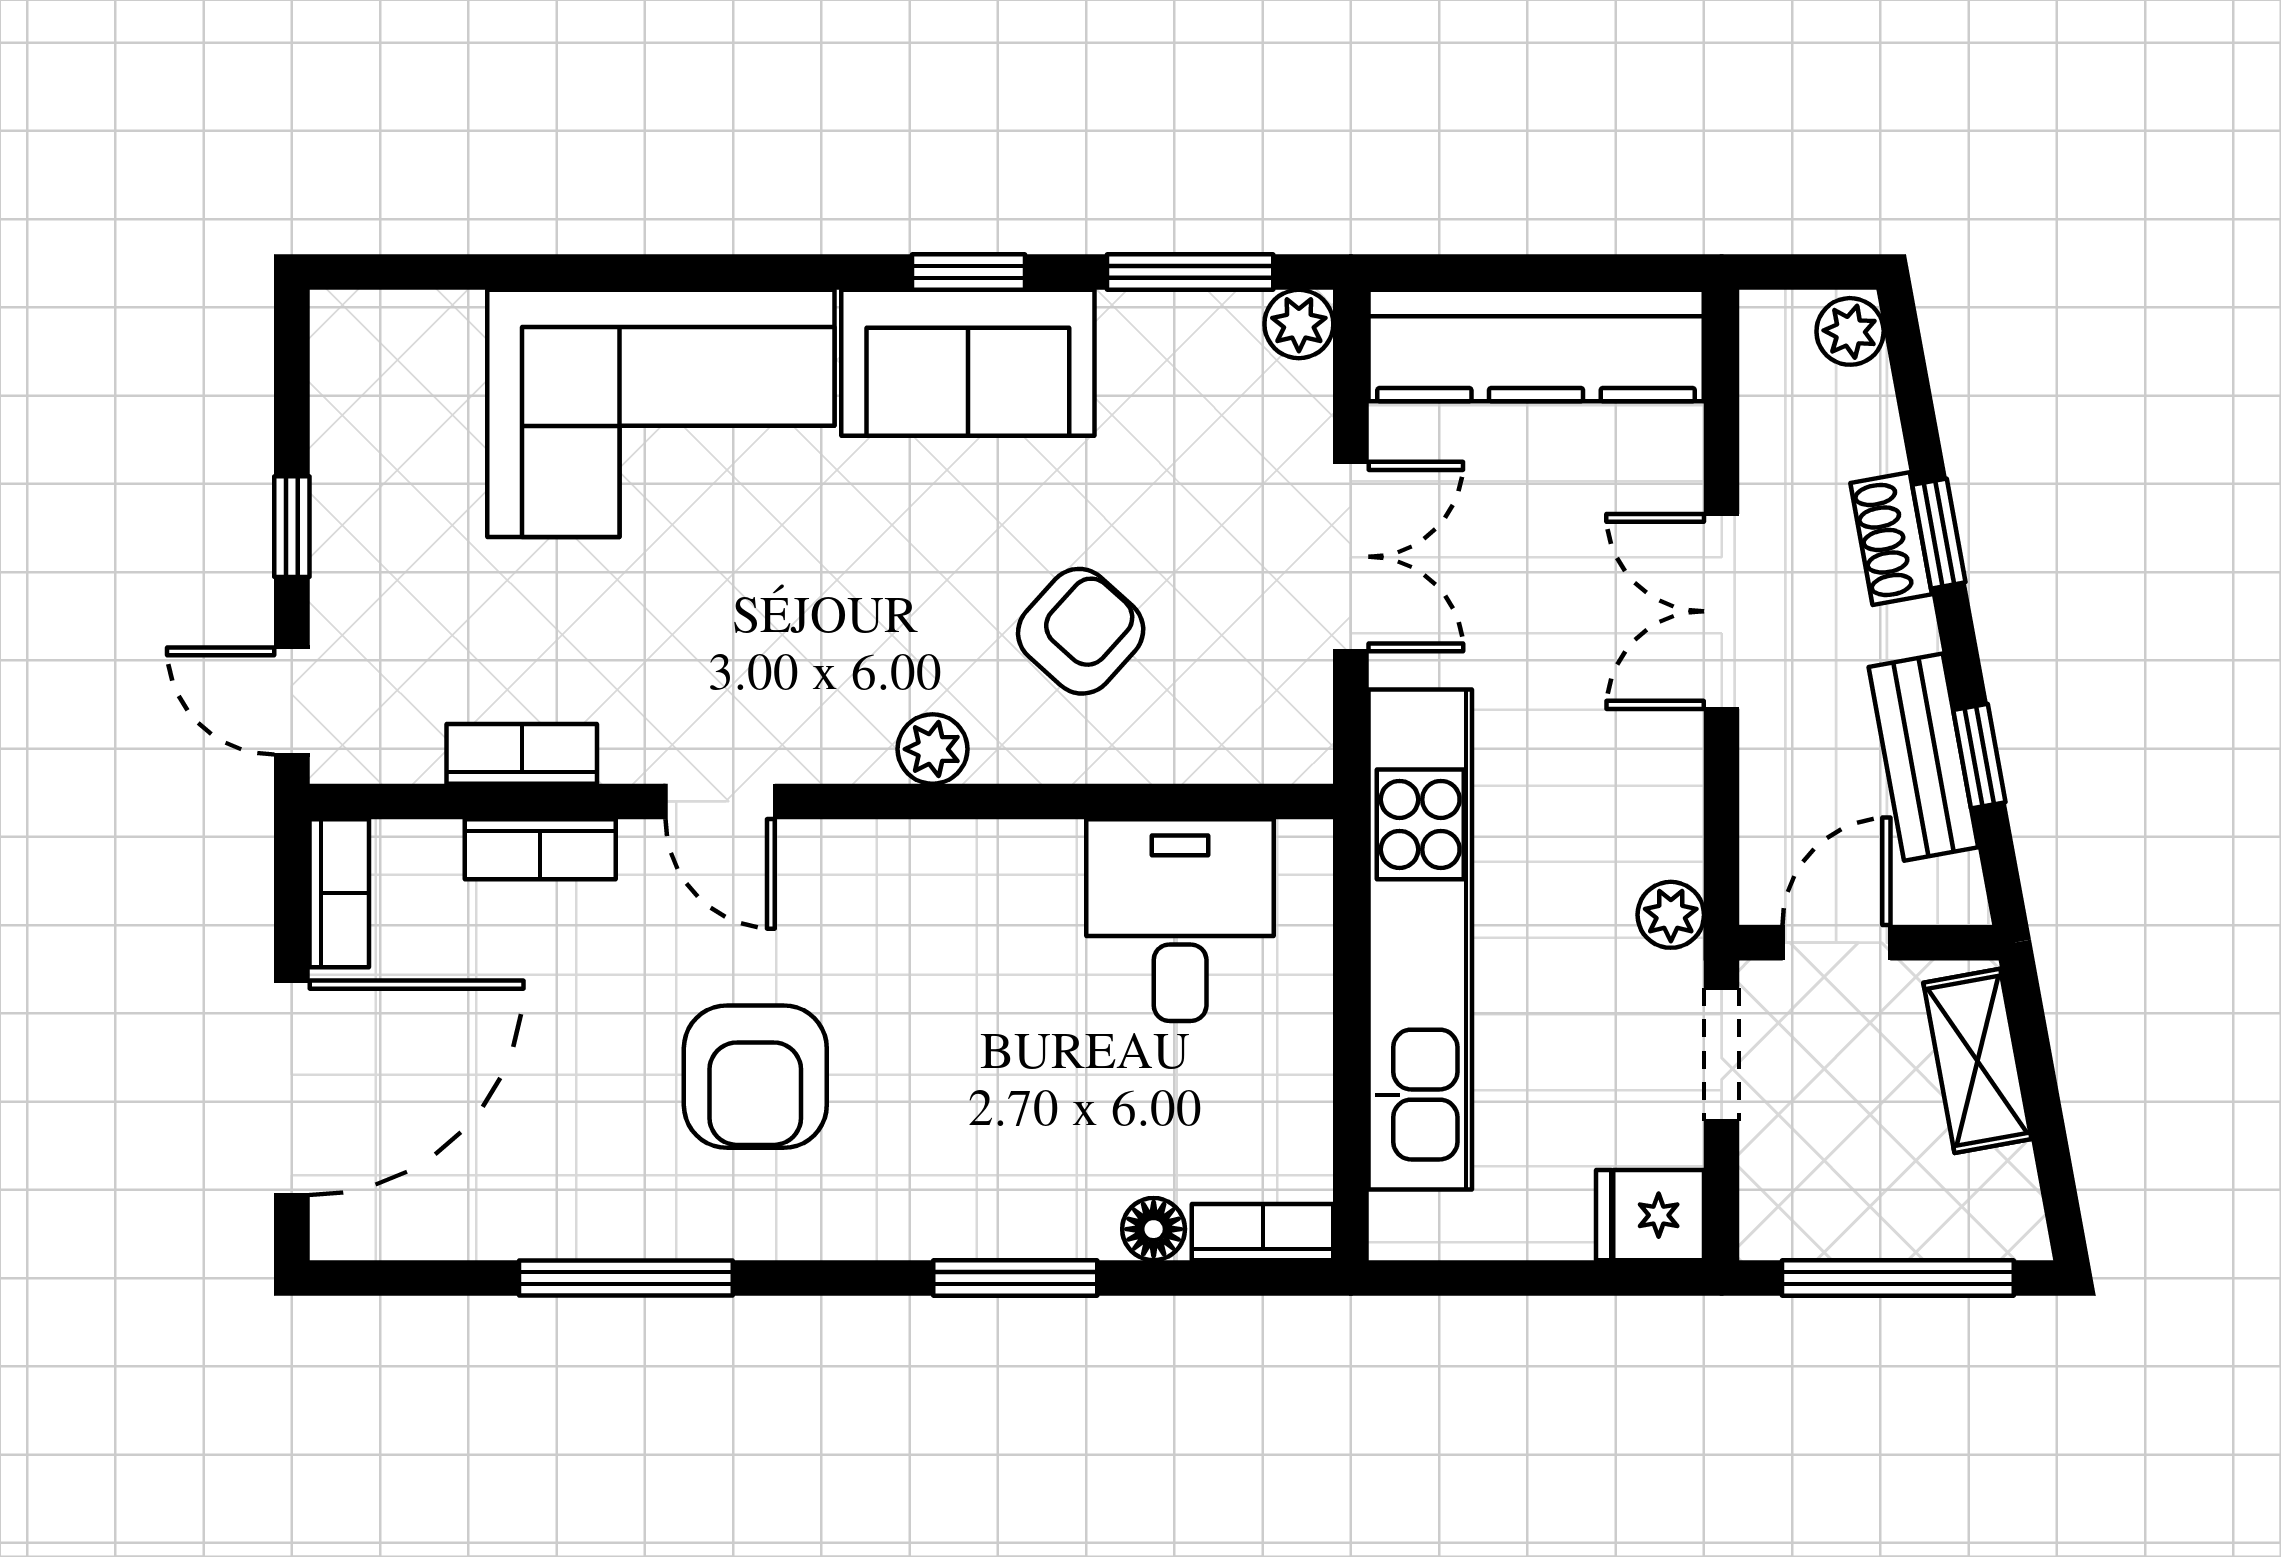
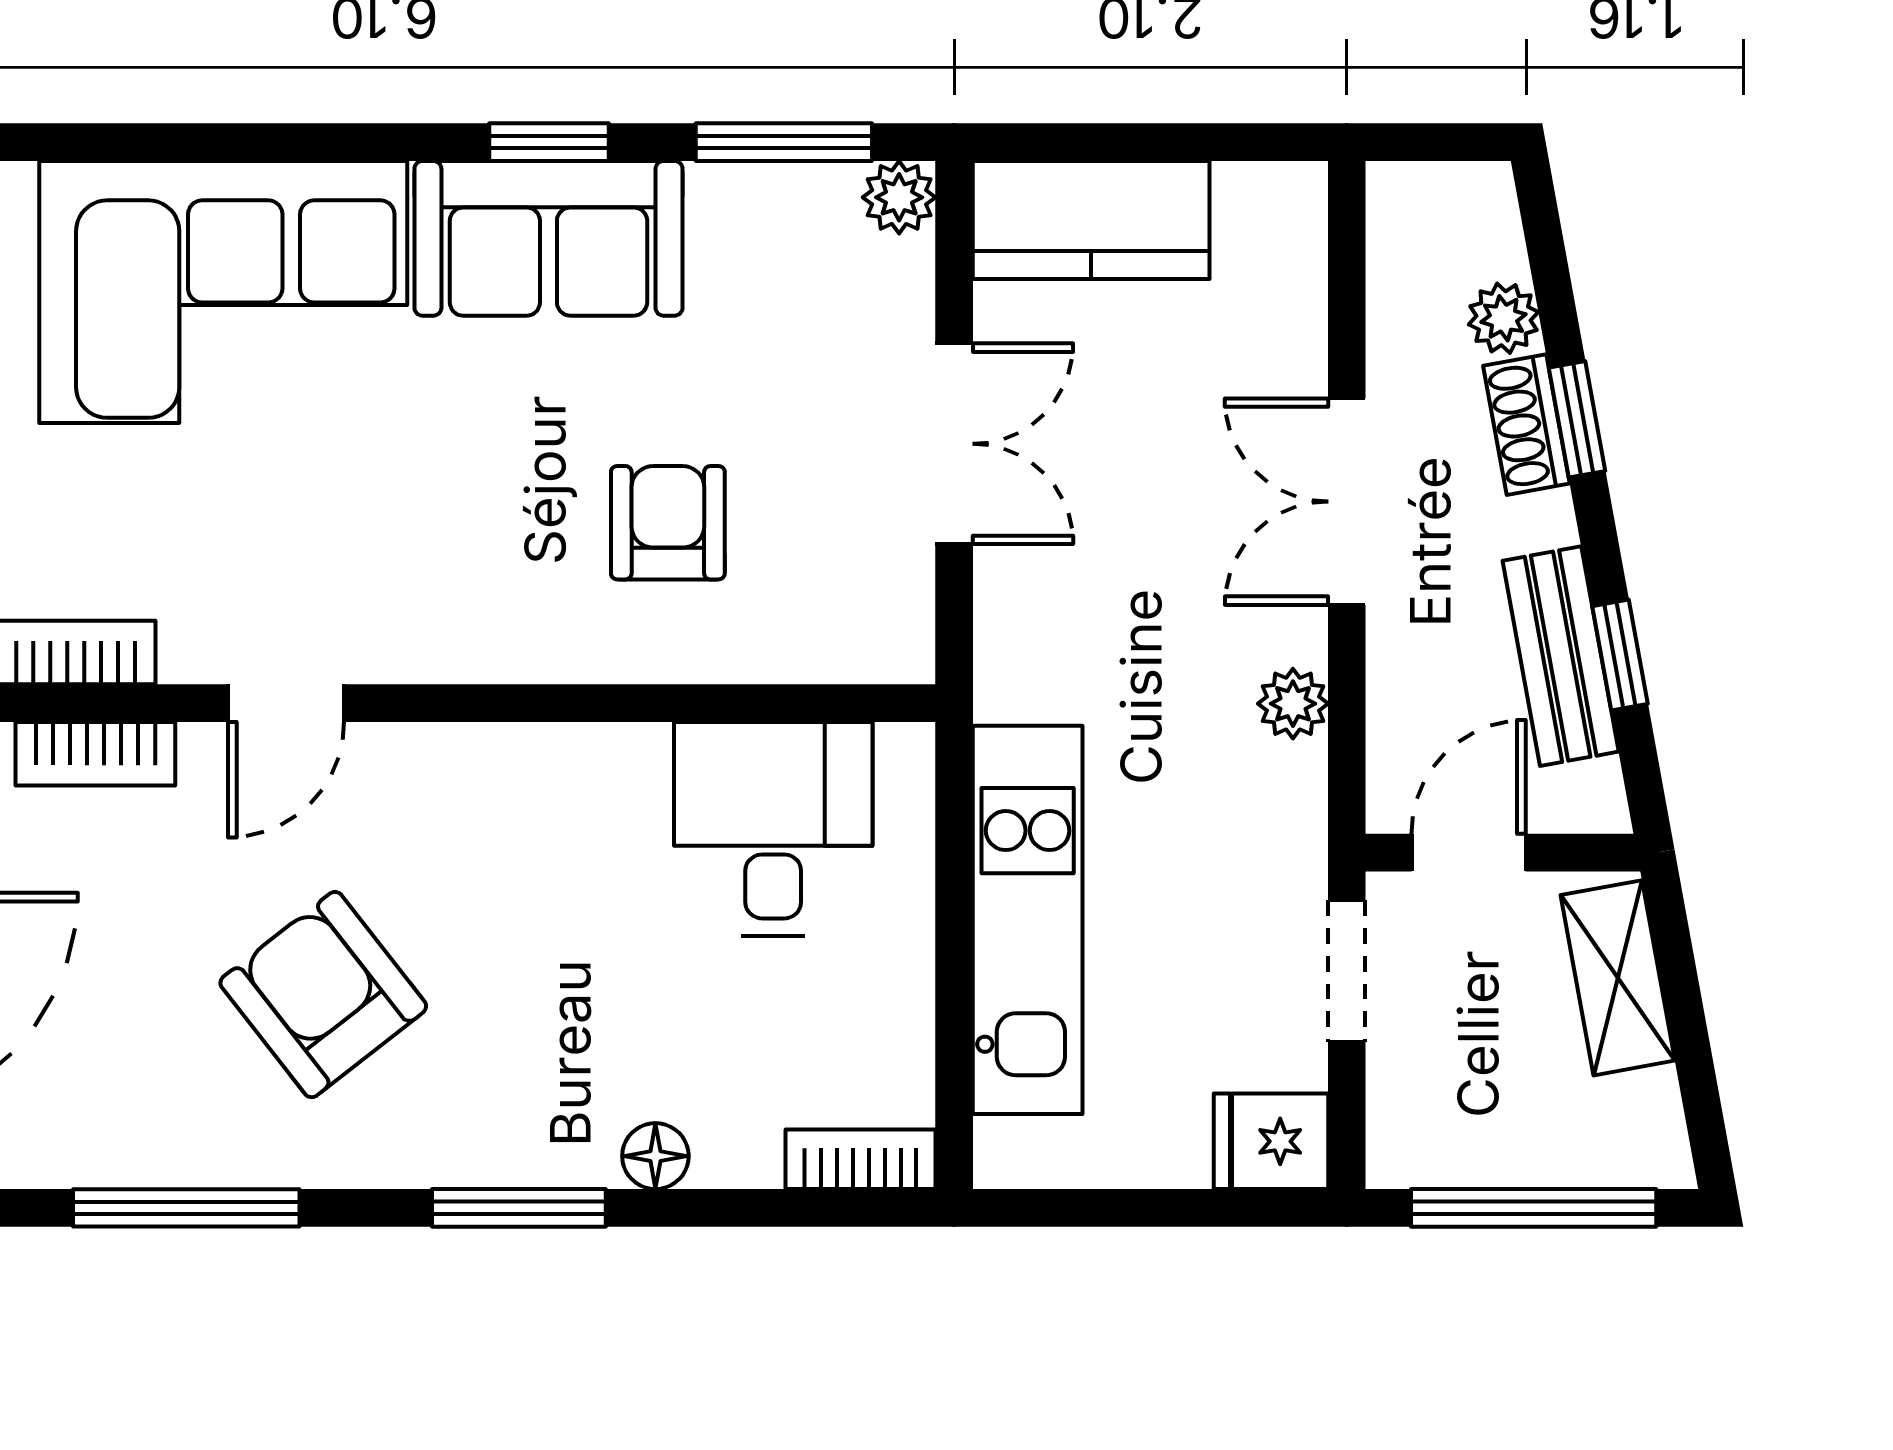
plant: (1850, 331) -> (1504, 318), moved
kitchen counter: (1536, 345) -> (1091, 220), width x0.67
armchair: (1081, 631) -> (668, 523), turned -42
plant: (933, 749) -> (511, 648), removed
door: (720, 801) -> (286, 703), hinge flipped
plant: (1671, 915) -> (1293, 704), moved
kitchen unit: (1420, 939) -> (1028, 920), width x0.73
armchair: (755, 1077) -> (323, 995), turned 142
floor lamp: (1154, 1229) -> (655, 1156), moved
window: (1015, 1278) -> (519, 1208), moved

